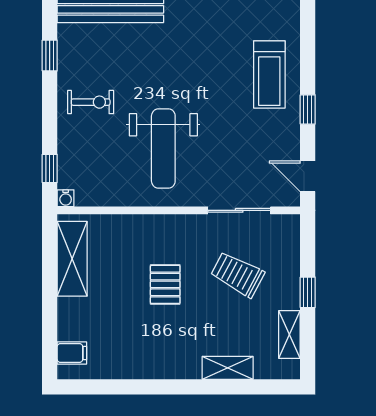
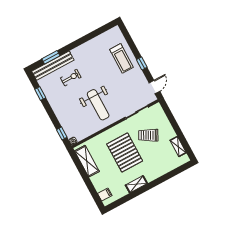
exercise bike: (91, 102) -> (71, 78), moved
door: (308, 176) -> (154, 87), swing flipped
pallet: (165, 284) -> (125, 152), width x2.05, depth x2.00
window: (308, 292) -> (177, 128), removed
shelving: (228, 368) -> (136, 184), moved

